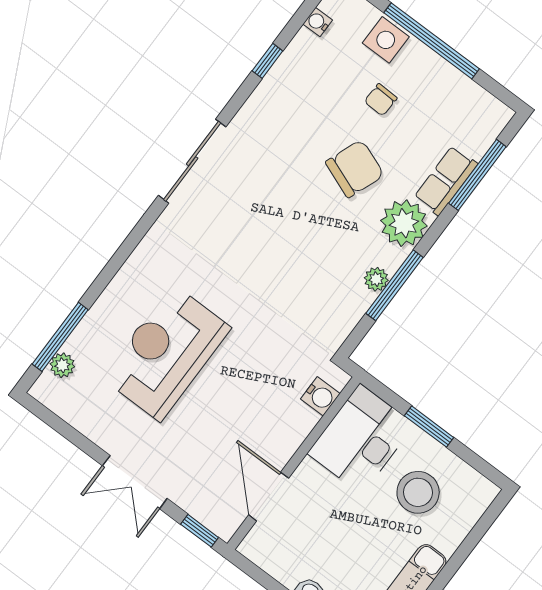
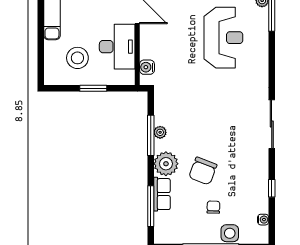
desk: (361, 439) -> (117, 47), moved

